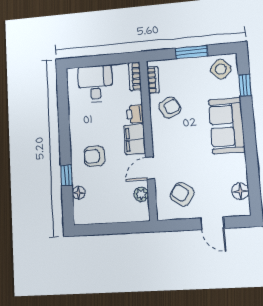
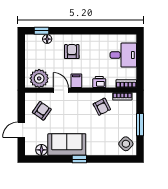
window: (245, 85) -> (79, 159), moved
sofa: (227, 126) -> (67, 145), moved
filing cabinet: (135, 139) -> (76, 81), width x0.50
window: (66, 175) -> (41, 31), moved
plant: (141, 194) -> (39, 78), width x1.87, depth x1.87

